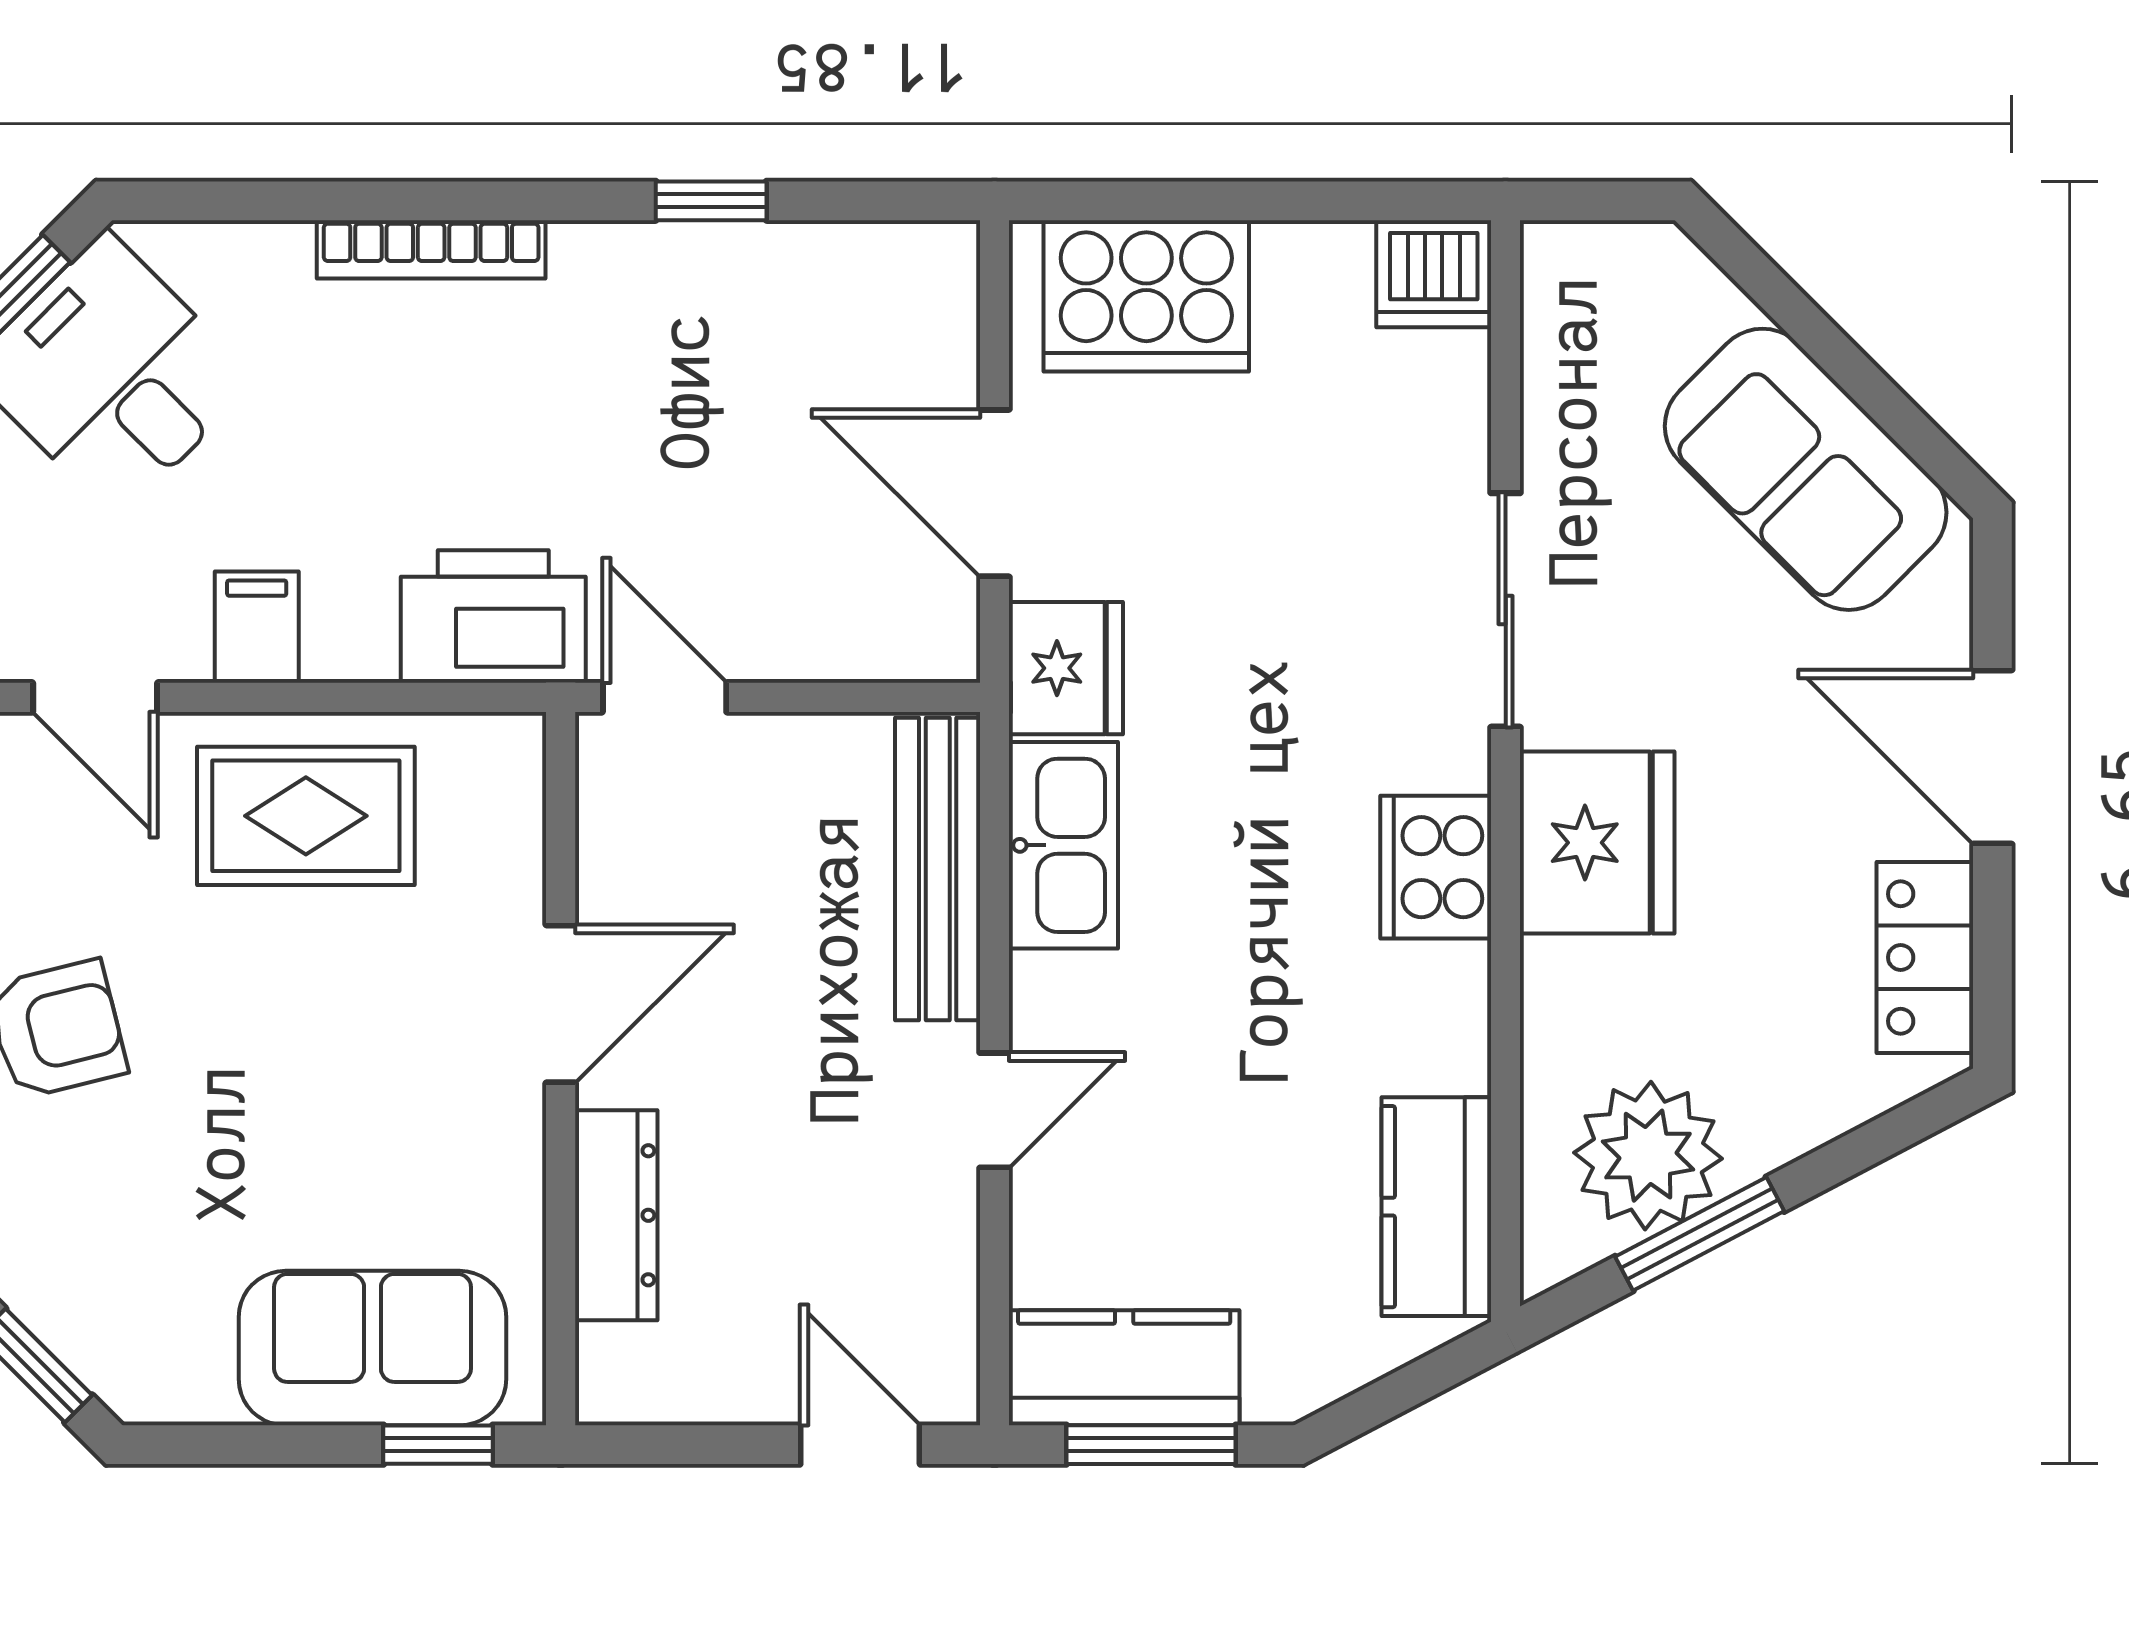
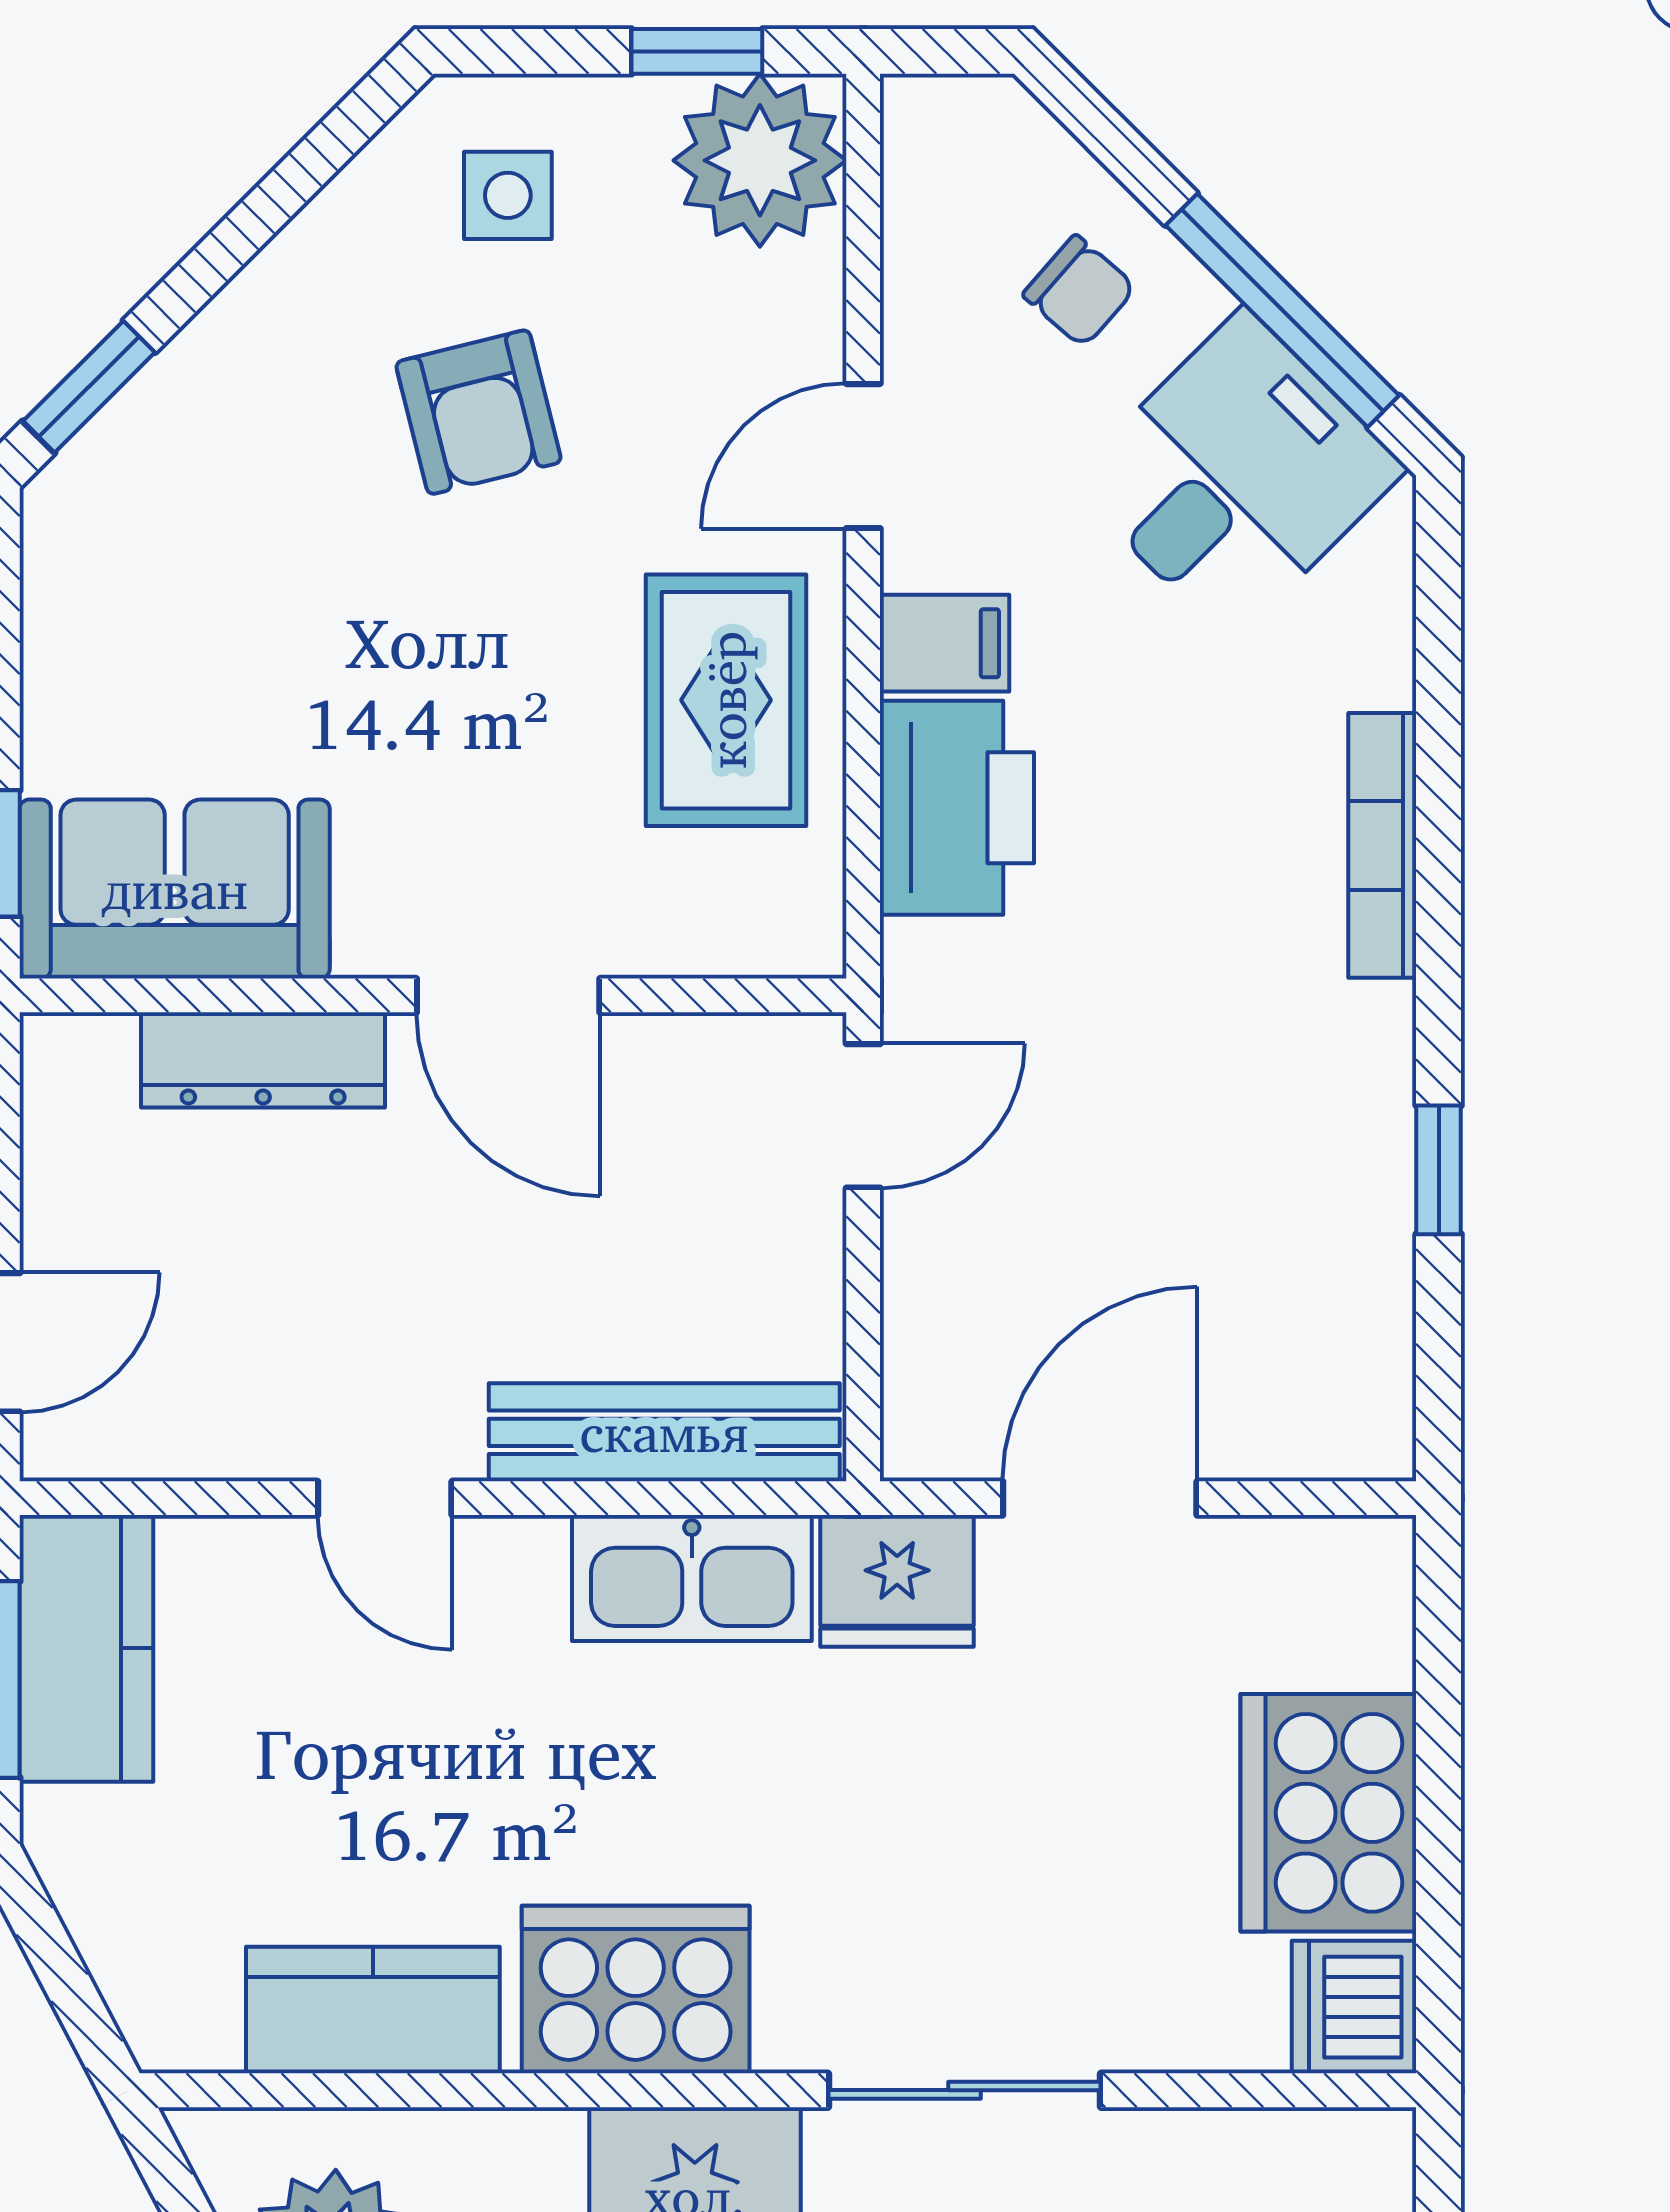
cooker: (1146, 296) -> (1328, 1813), moved
printer: (493, 617) -> (957, 808), moved
cooker: (1436, 867) -> (636, 1990), width x1.37, depth x1.31
kitchen counter: (1436, 1207) -> (373, 2010), moved
sofa: (373, 1348) -> (175, 889), moved, turned -90

